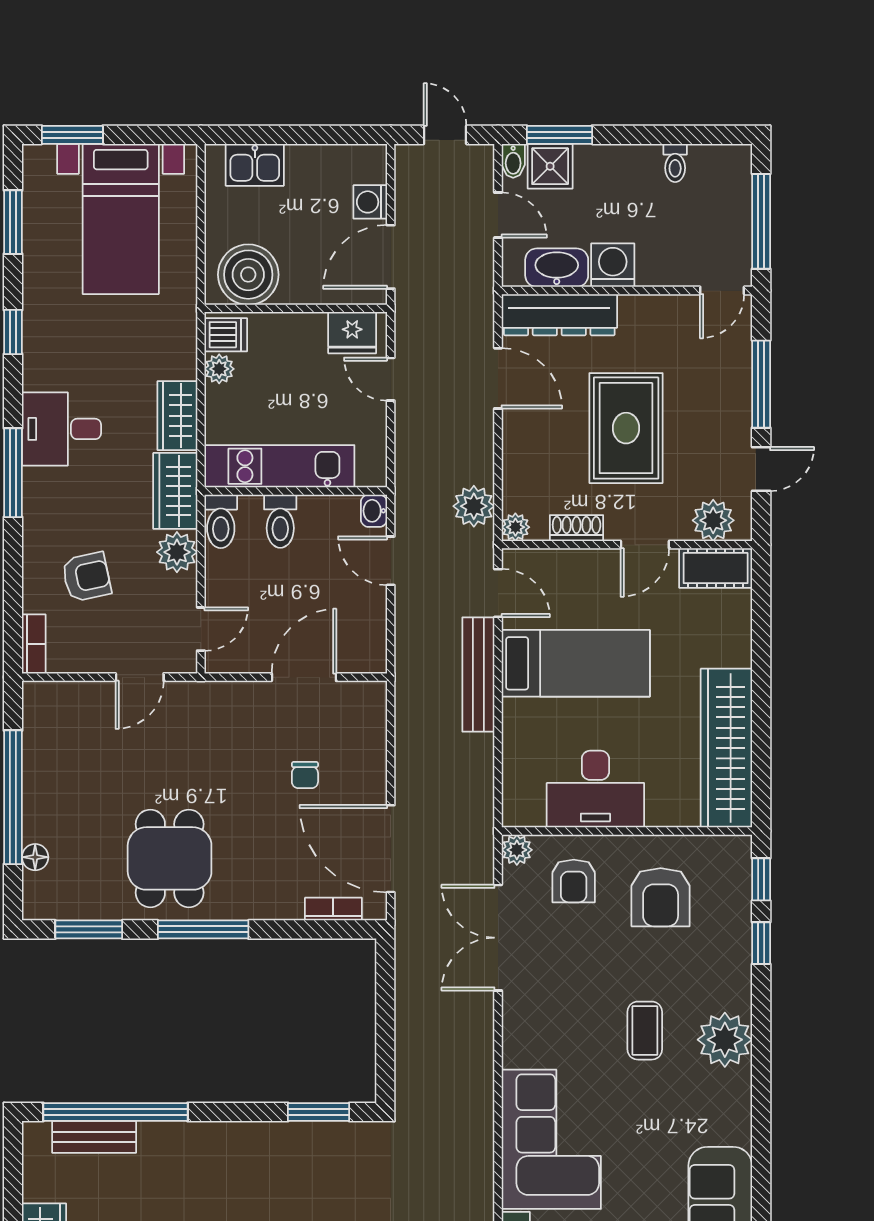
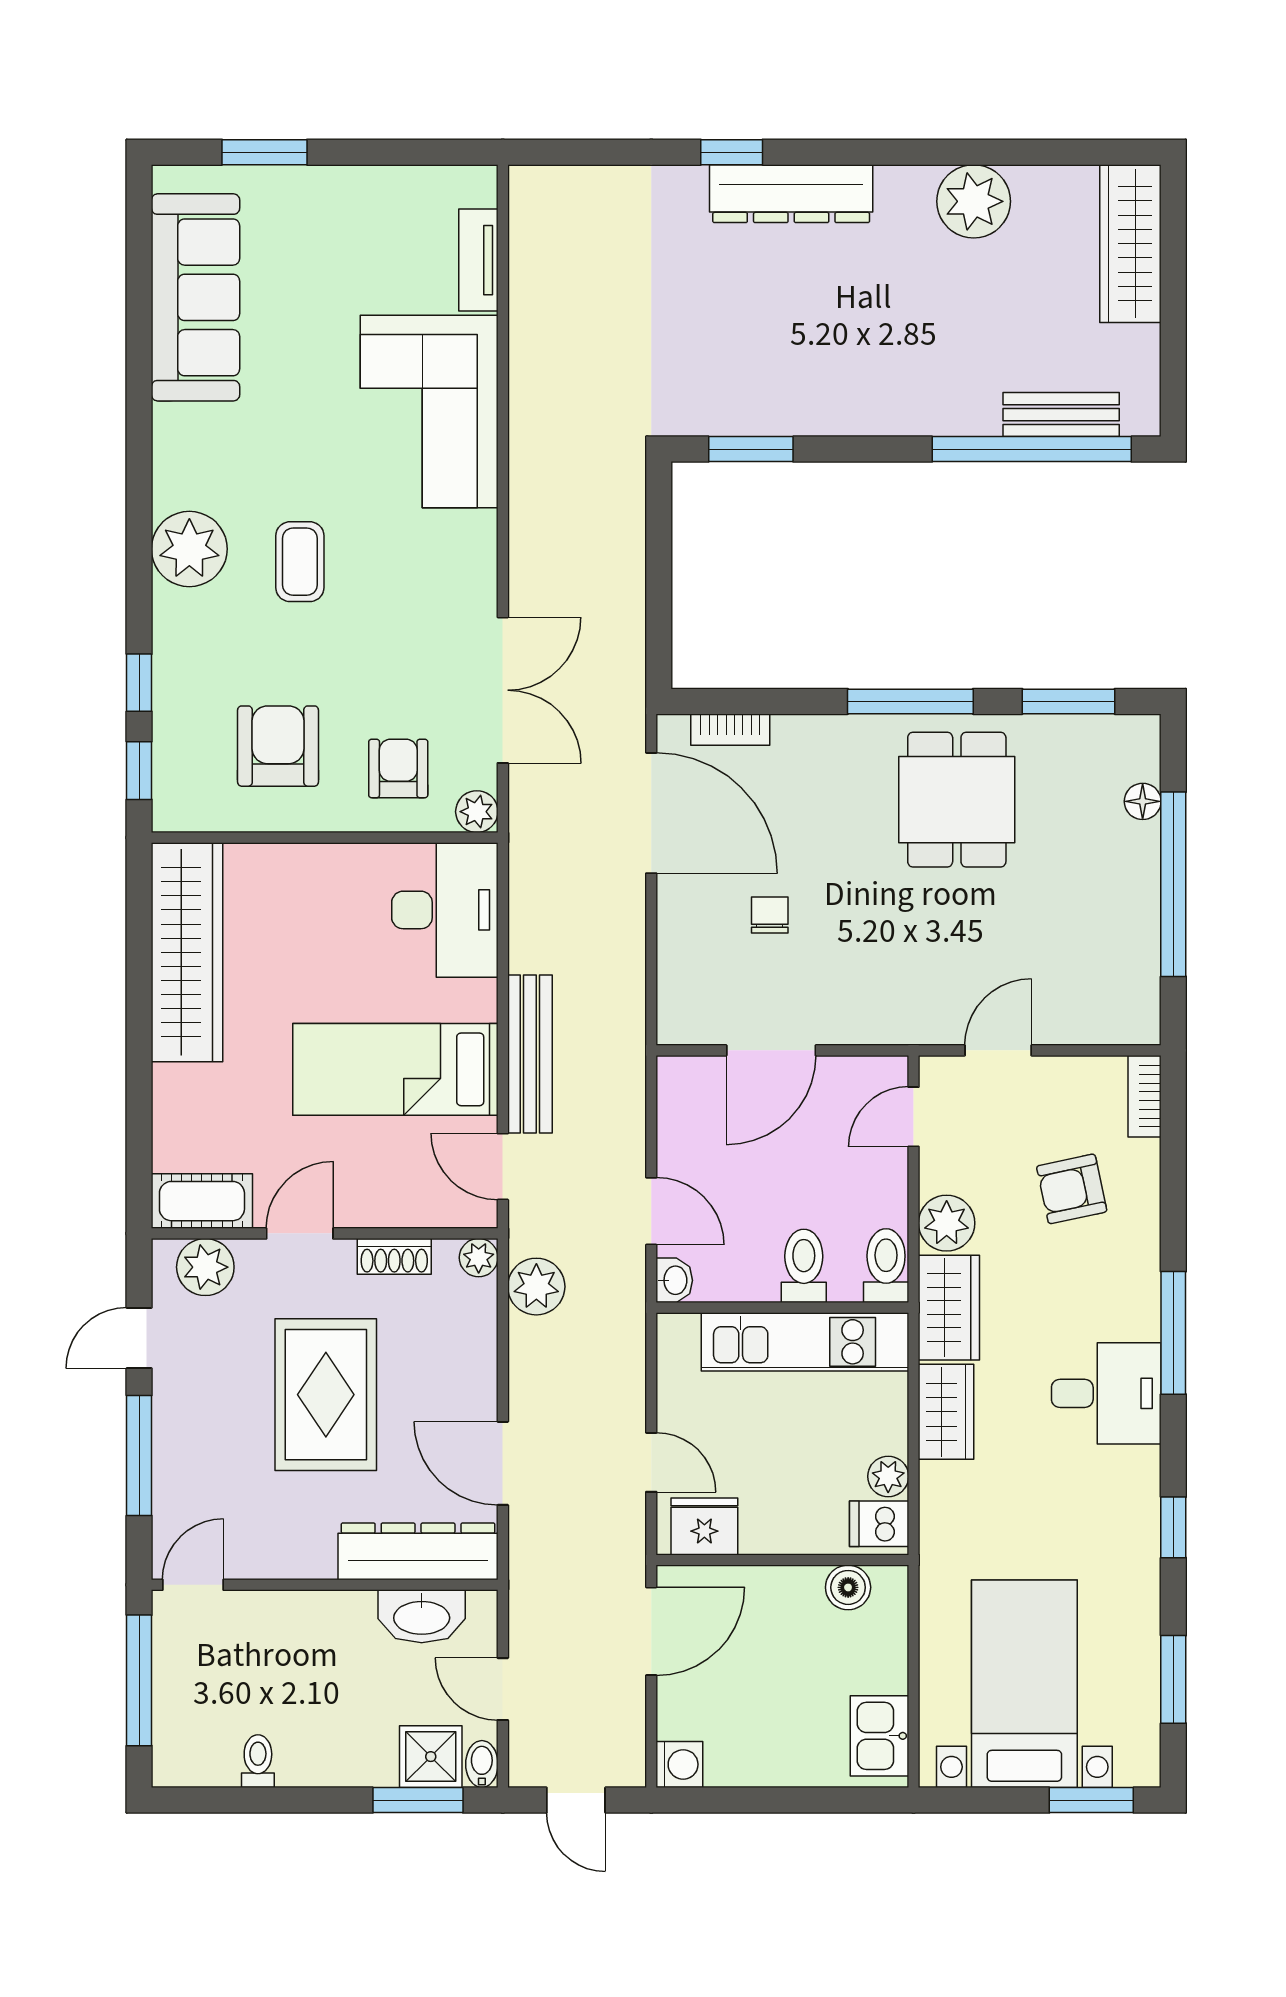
kitchen sink: (255, 165) -> (879, 1736), moved, turned -90
washing machine: (370, 202) -> (679, 1764), moved
washing machine: (613, 265) -> (344, 1620), removed
boiler: (248, 275) -> (848, 1587), width x0.54, depth x0.54
desk: (595, 789) -> (445, 910), moved, turned 90

